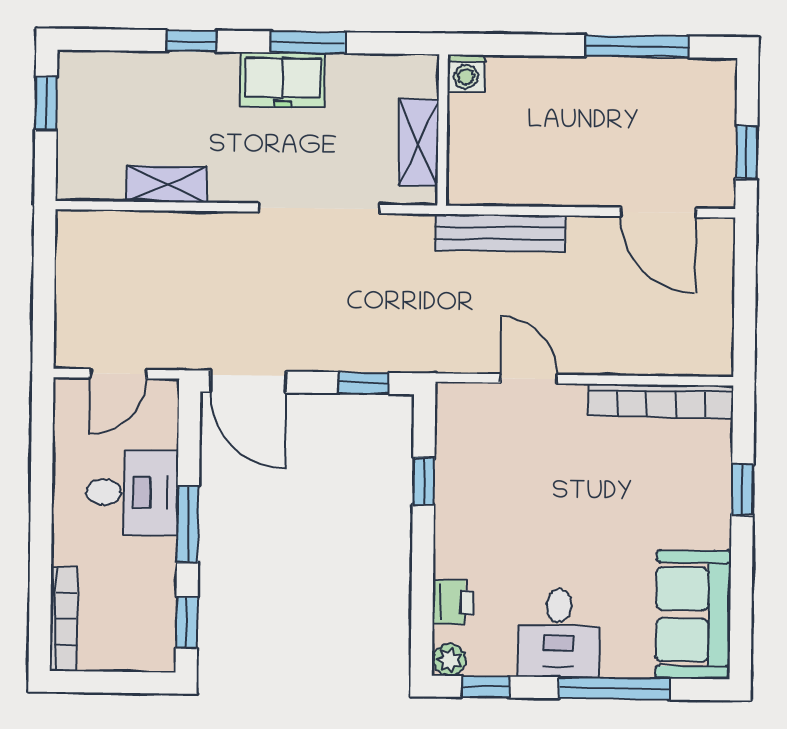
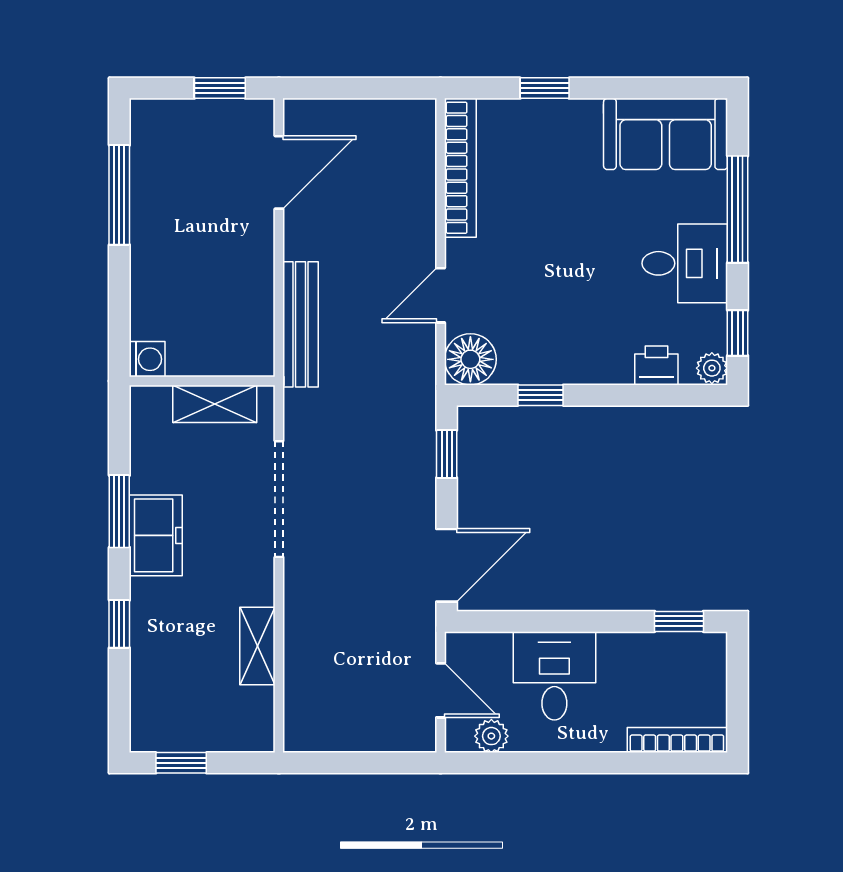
floor lamp: (462, 409) -> (470, 359), added
plant: (70, 426) -> (491, 736), added
window: (188, 524) -> (585, 621), removed

